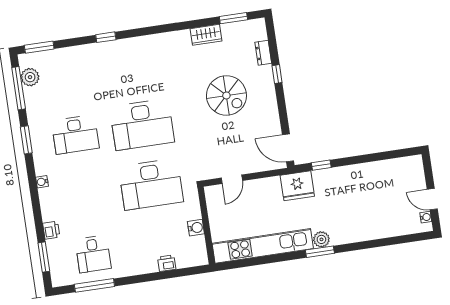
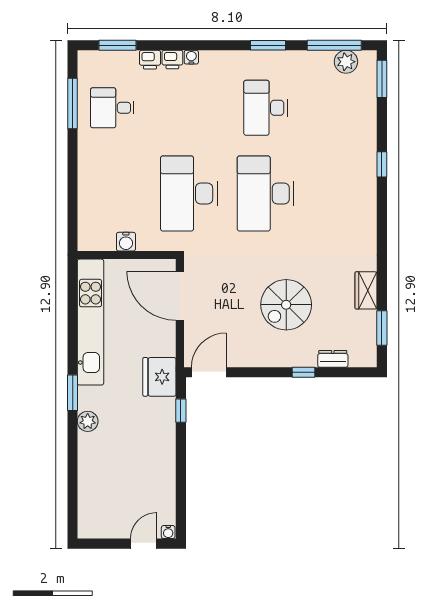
door: (232, 179) -> (180, 296), width x1.88
water cooler: (42, 182) -> (191, 57), moved
door: (432, 199) -> (144, 544), moved
water cooler: (426, 217) -> (168, 532), moved
plant: (321, 239) -> (88, 421), moved
printer: (167, 263) -> (172, 60), moved, turned 90

